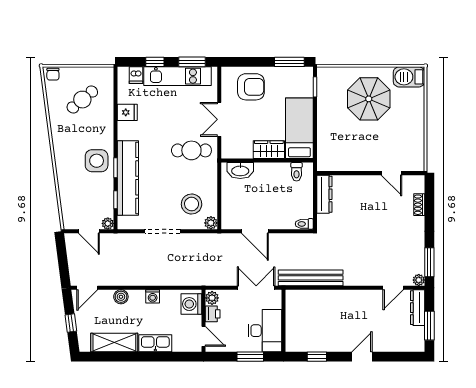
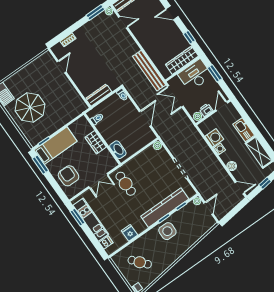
window: (155, 62) -> (92, 237), removed
bed: (299, 128) -> (56, 146), moved, turned 180
stool: (192, 204) -> (155, 163), removed
washing machine: (191, 304) -> (214, 138), moved, turned -90
wardrobe: (295, 327) -> (182, 60), added

